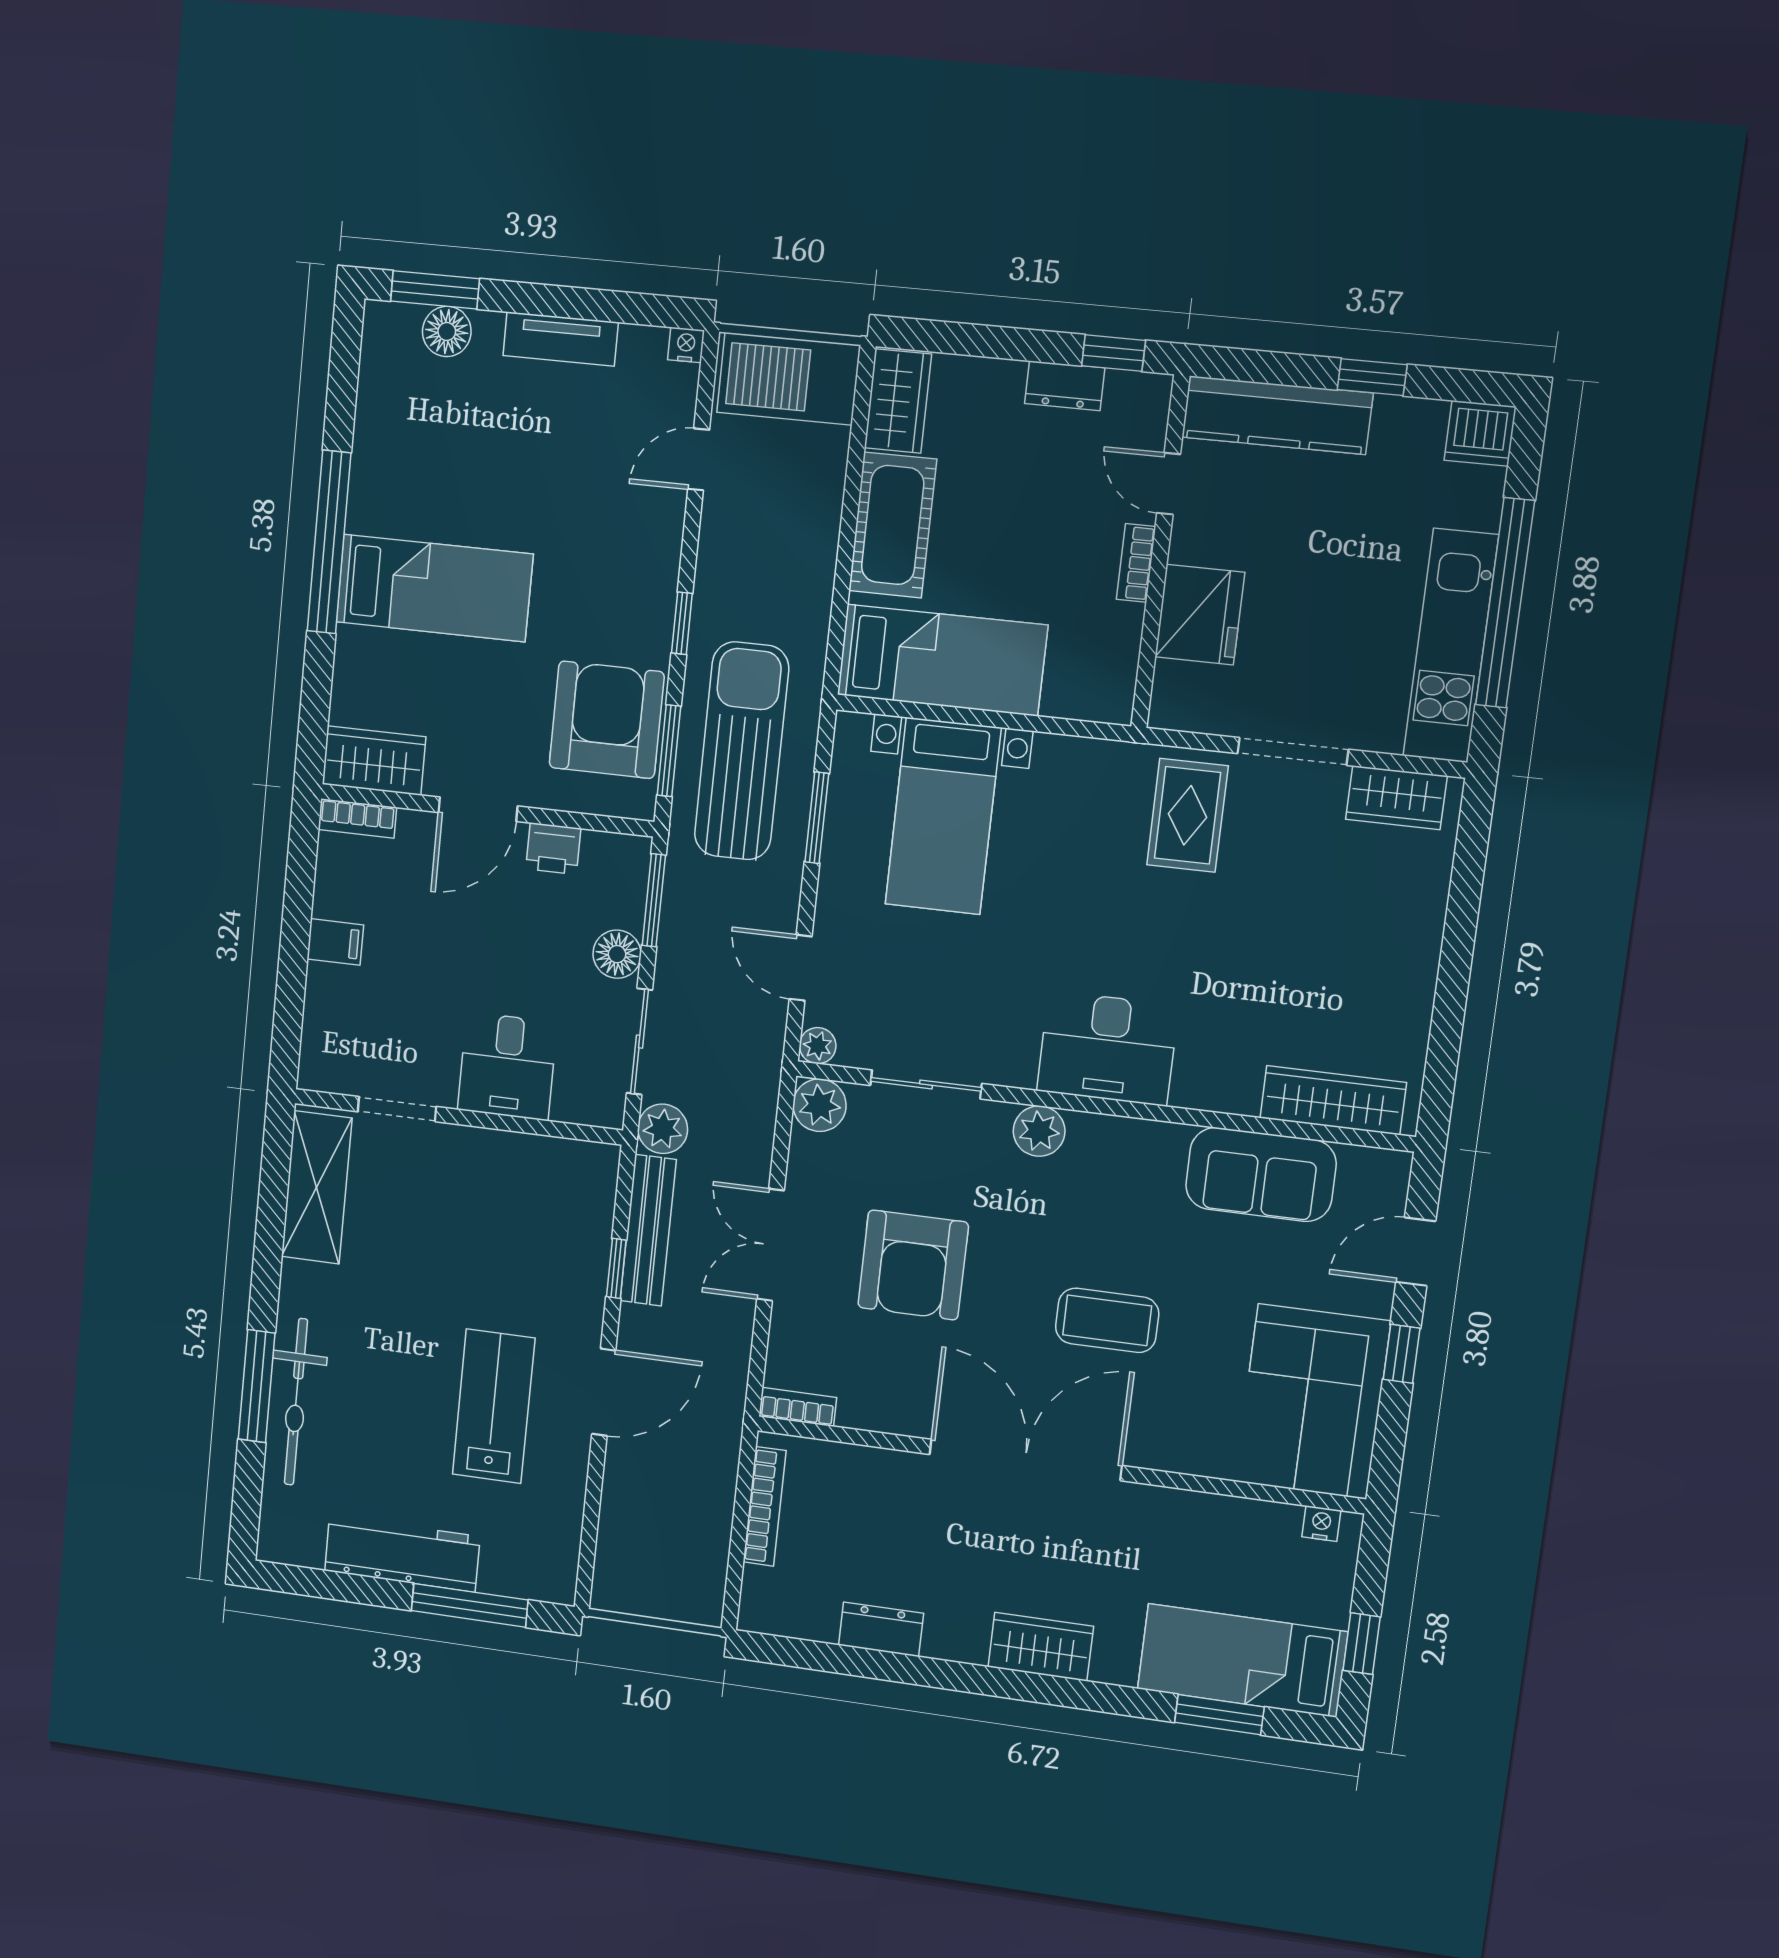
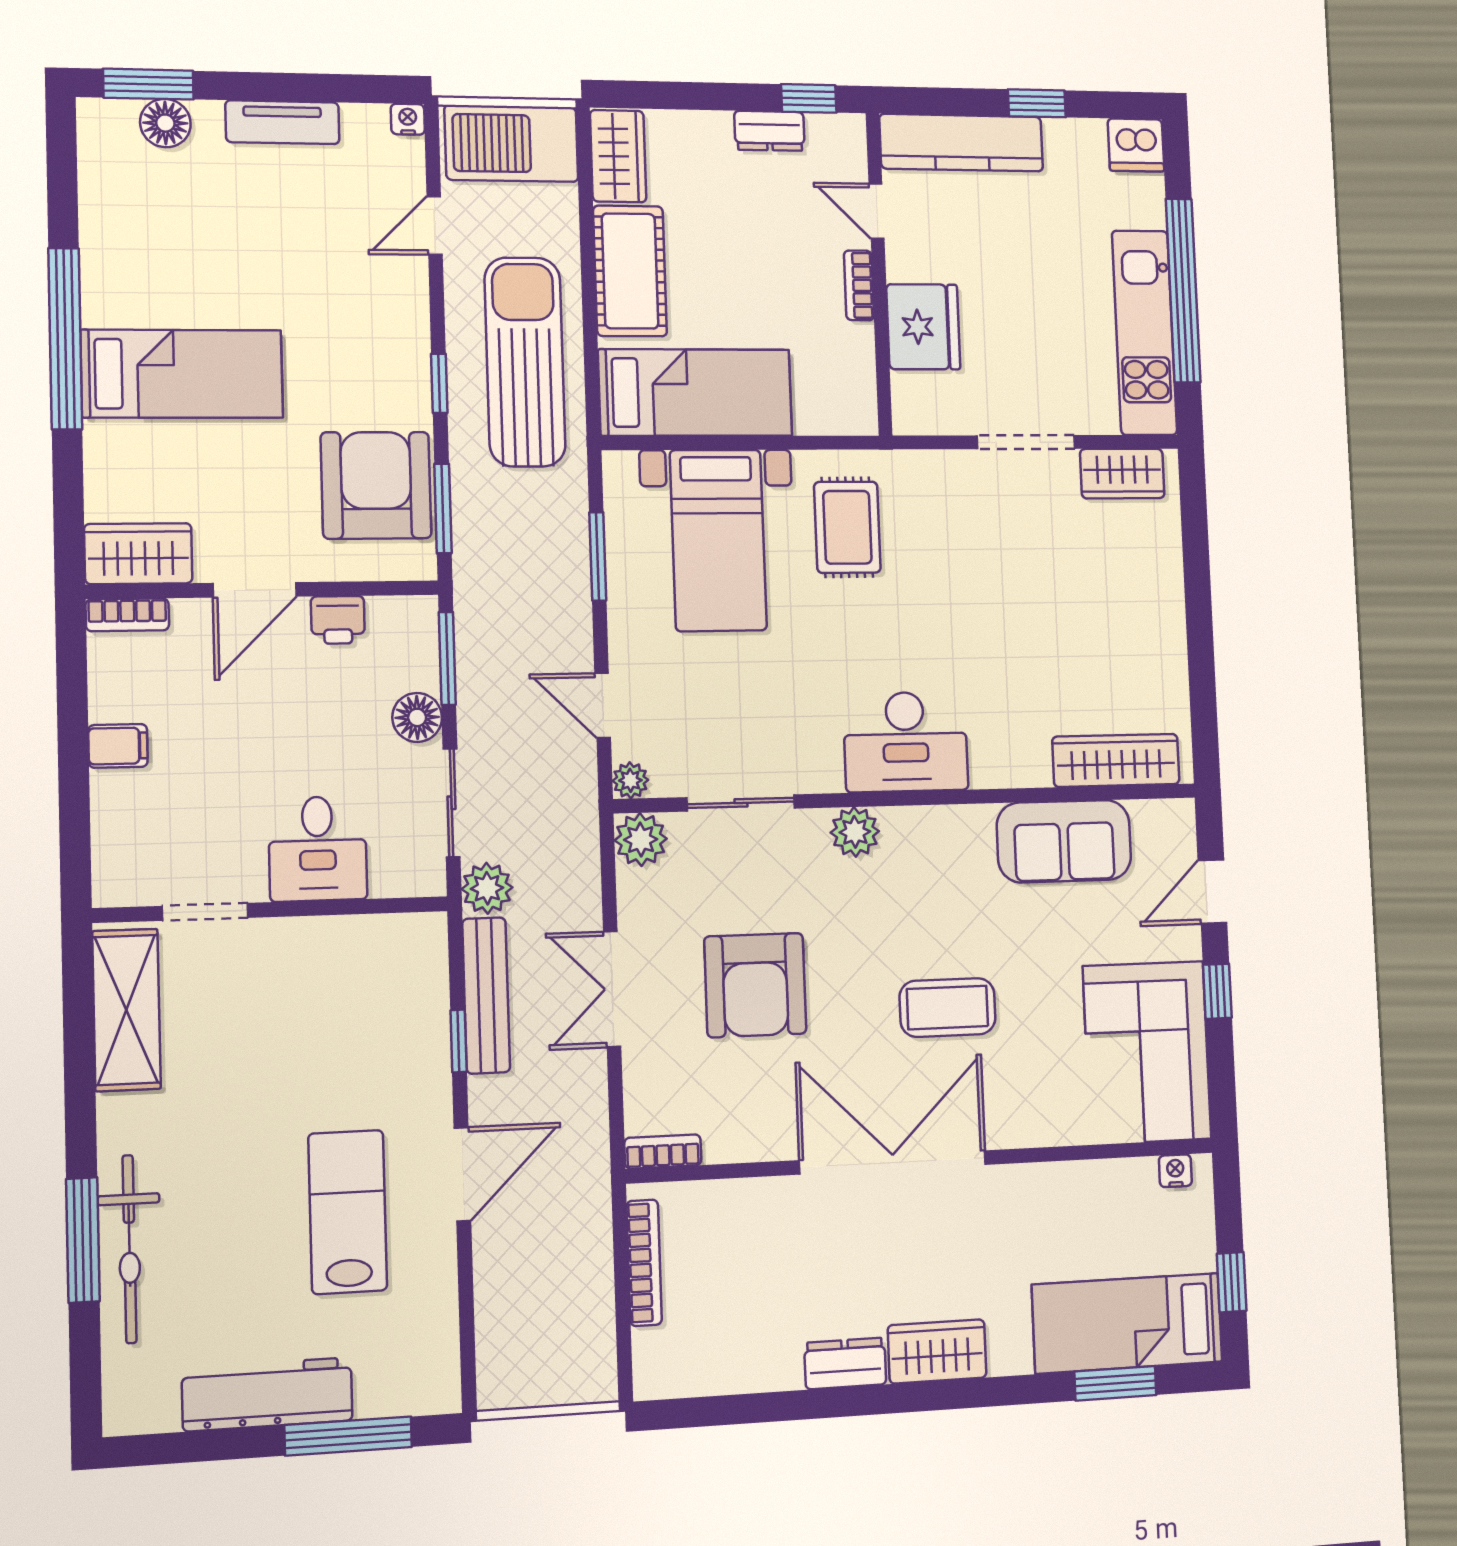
sun lounger: (742, 751) -> (525, 362), moved
rug: (1187, 815) -> (847, 527), moved
dresser: (881, 1629) -> (845, 1364), moved

